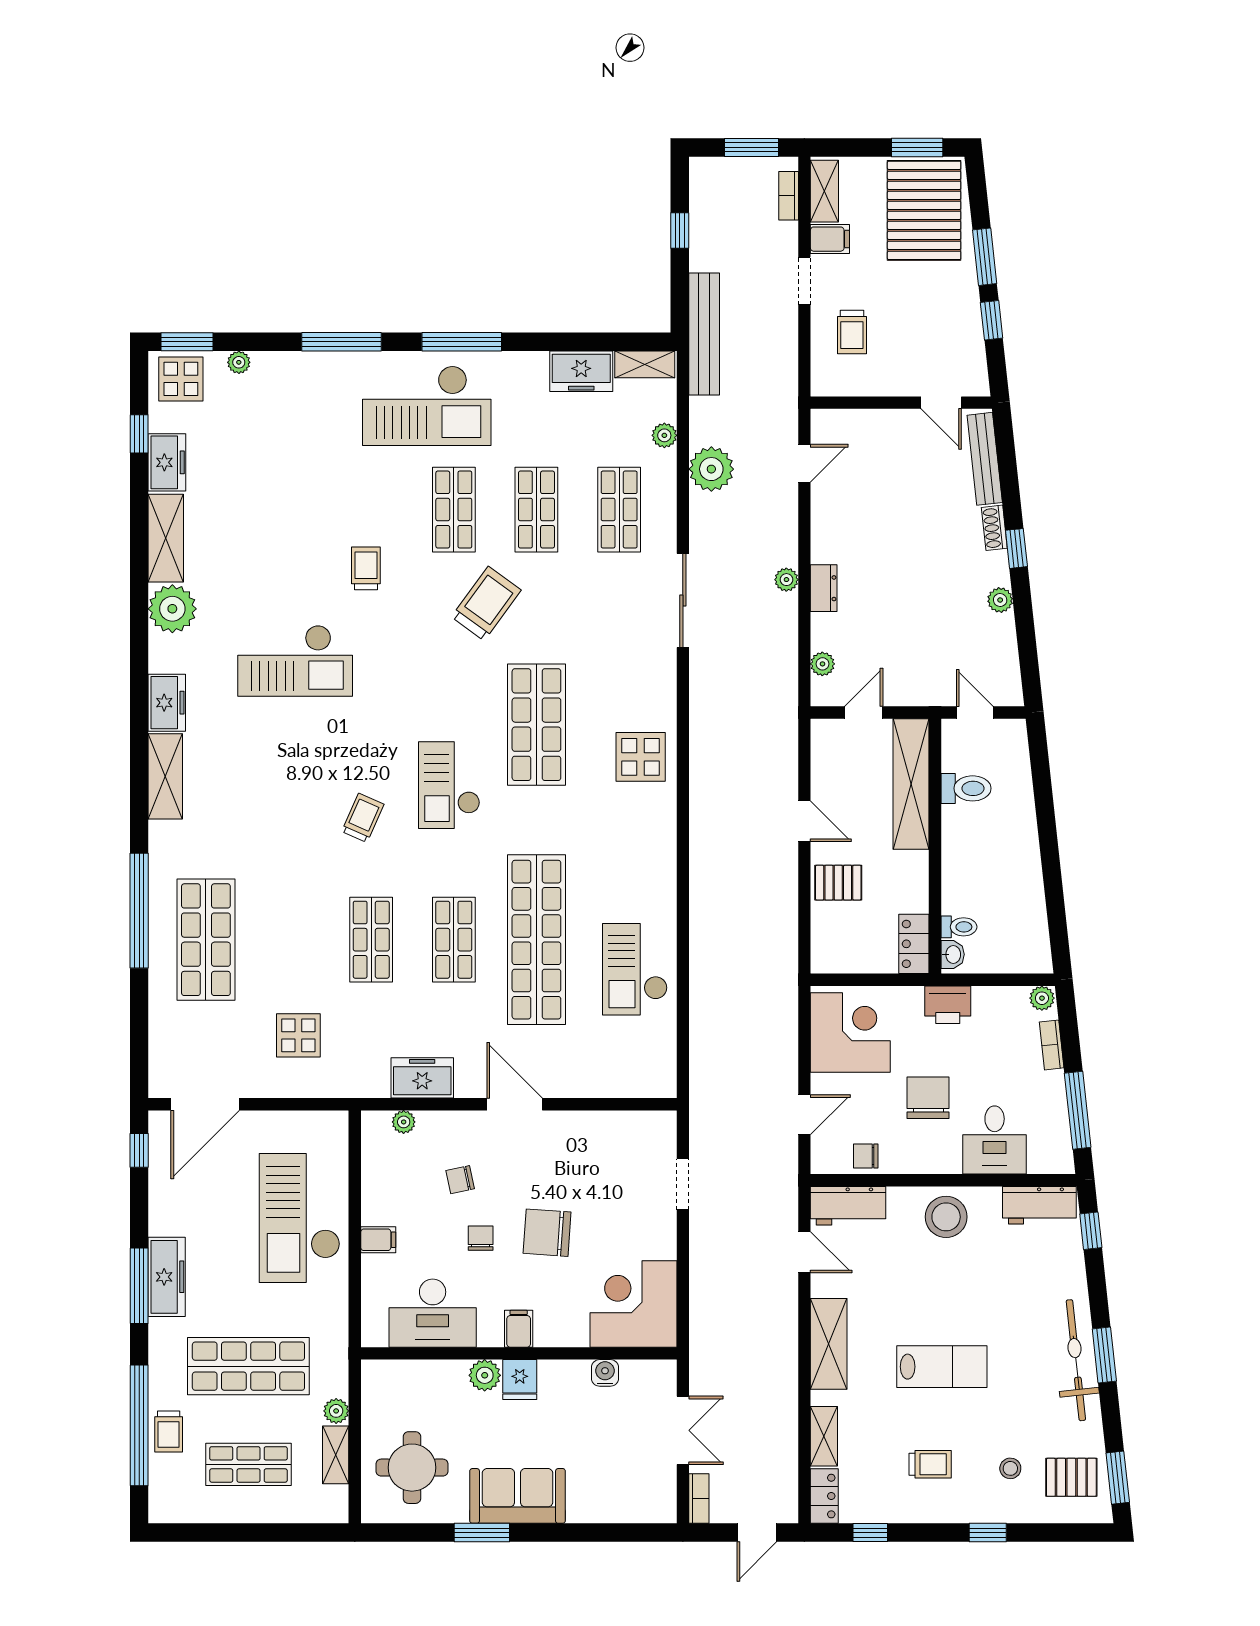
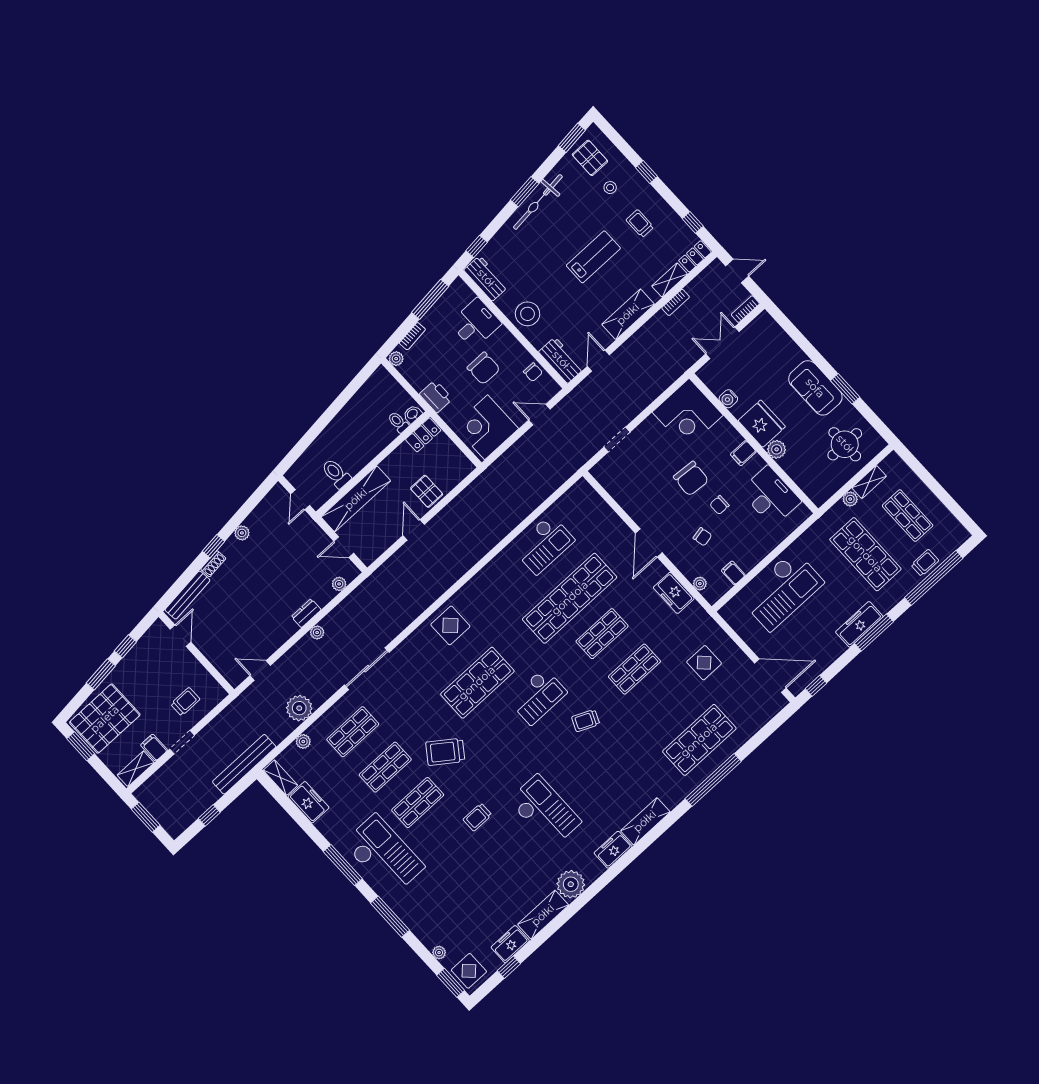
bookcase: (789, 196) -> (676, 302), moved
chair: (928, 1098) -> (484, 368), turned -90
filing cabinet: (378, 1240) -> (733, 573), moved
lab bench: (942, 1367) -> (593, 257), turned 90
fridge: (520, 1379) -> (762, 424), width x1.88, depth x1.34

